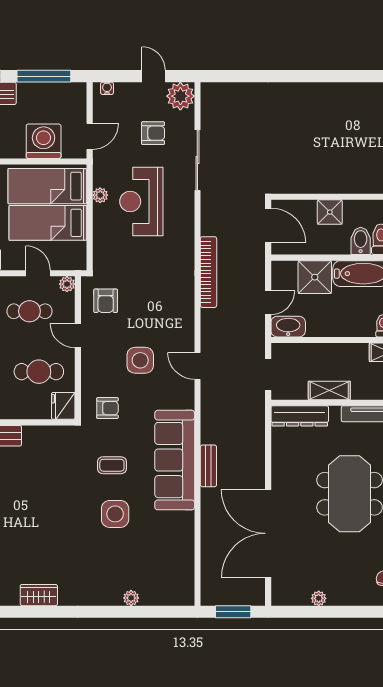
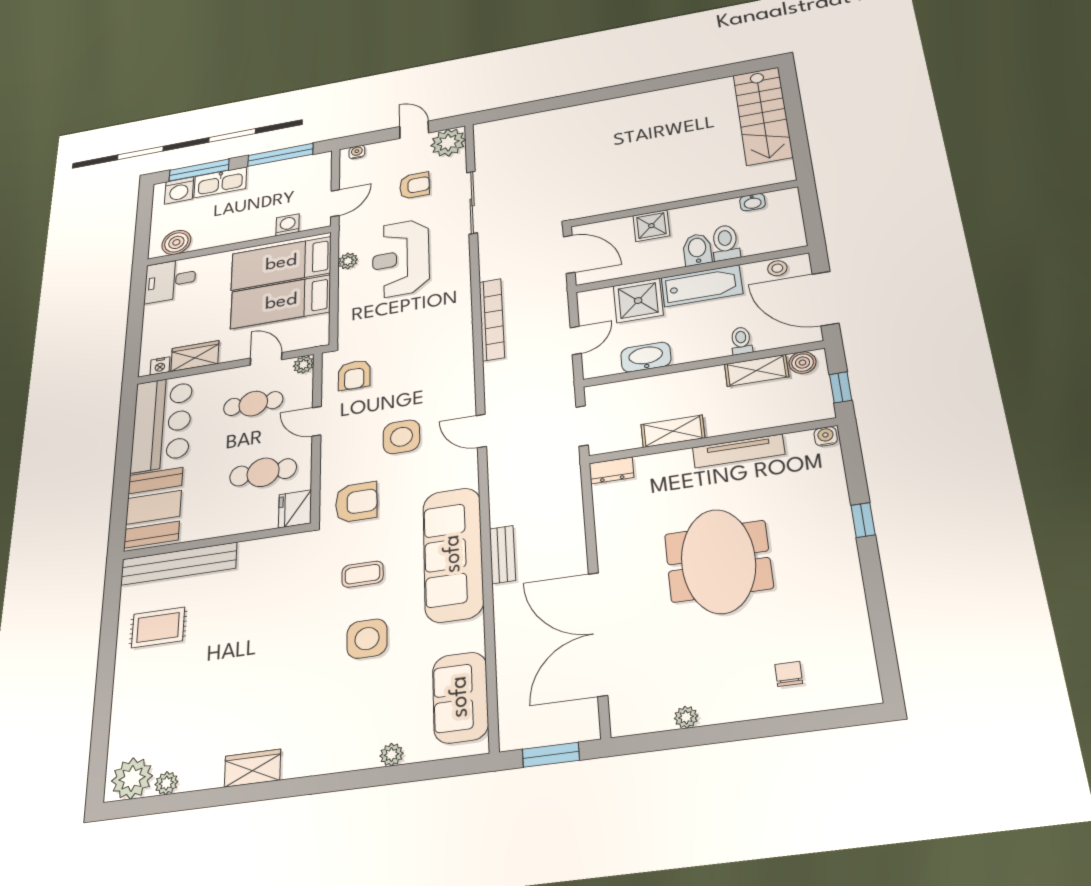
washing machine: (44, 141) -> (288, 225), width x0.53, depth x0.53
washbasin: (288, 327) -> (646, 357), moved
armchair: (107, 408) -> (356, 502), width x1.38, depth x1.38
dresser: (300, 416) -> (612, 471), width x0.51, depth x0.80
sofa: (177, 565) -> (460, 697), added

